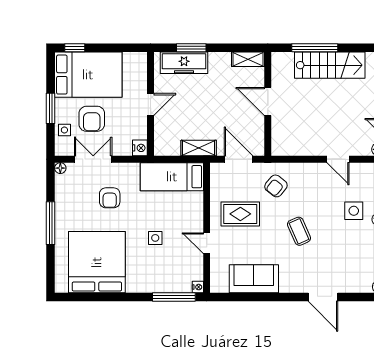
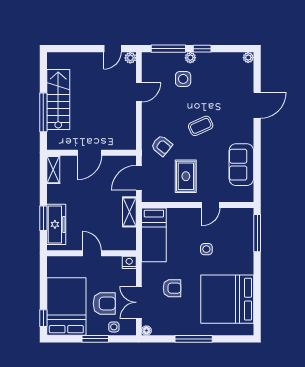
nightstand: (198, 287) -> (248, 213), removed

